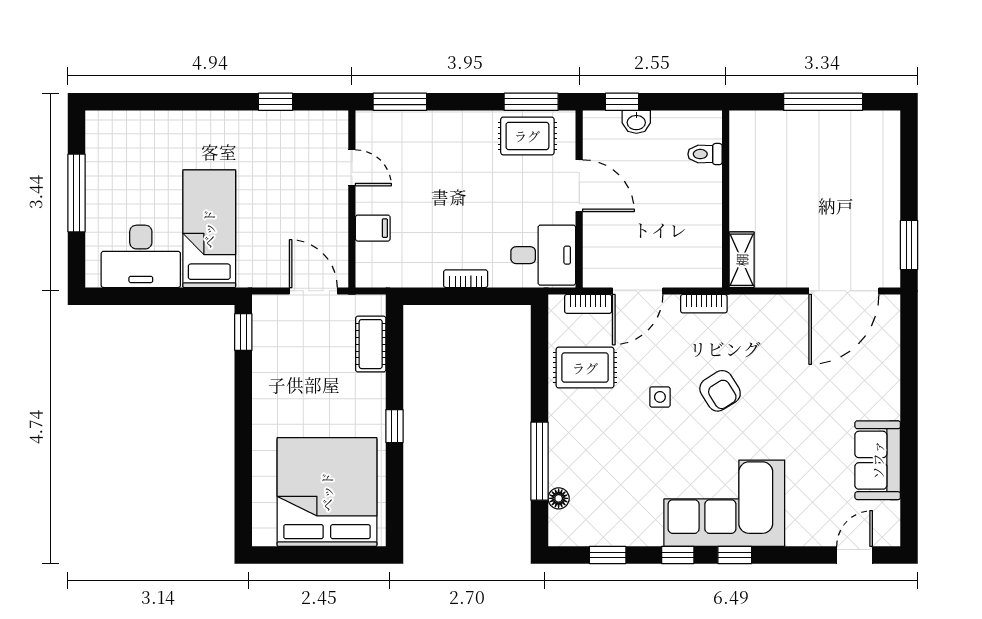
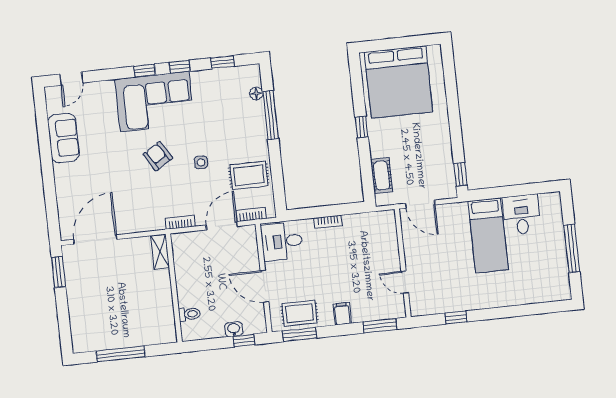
filing cabinet: (373, 228) -> (342, 314), moved, turned 90
desk: (141, 256) -> (522, 215), width x0.73
armchair: (720, 391) -> (158, 156), moved

